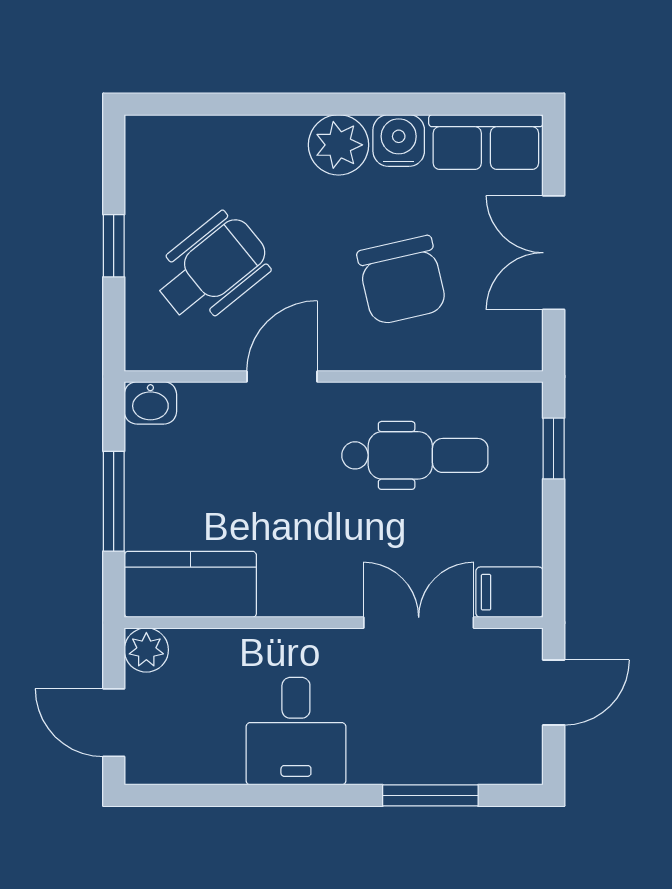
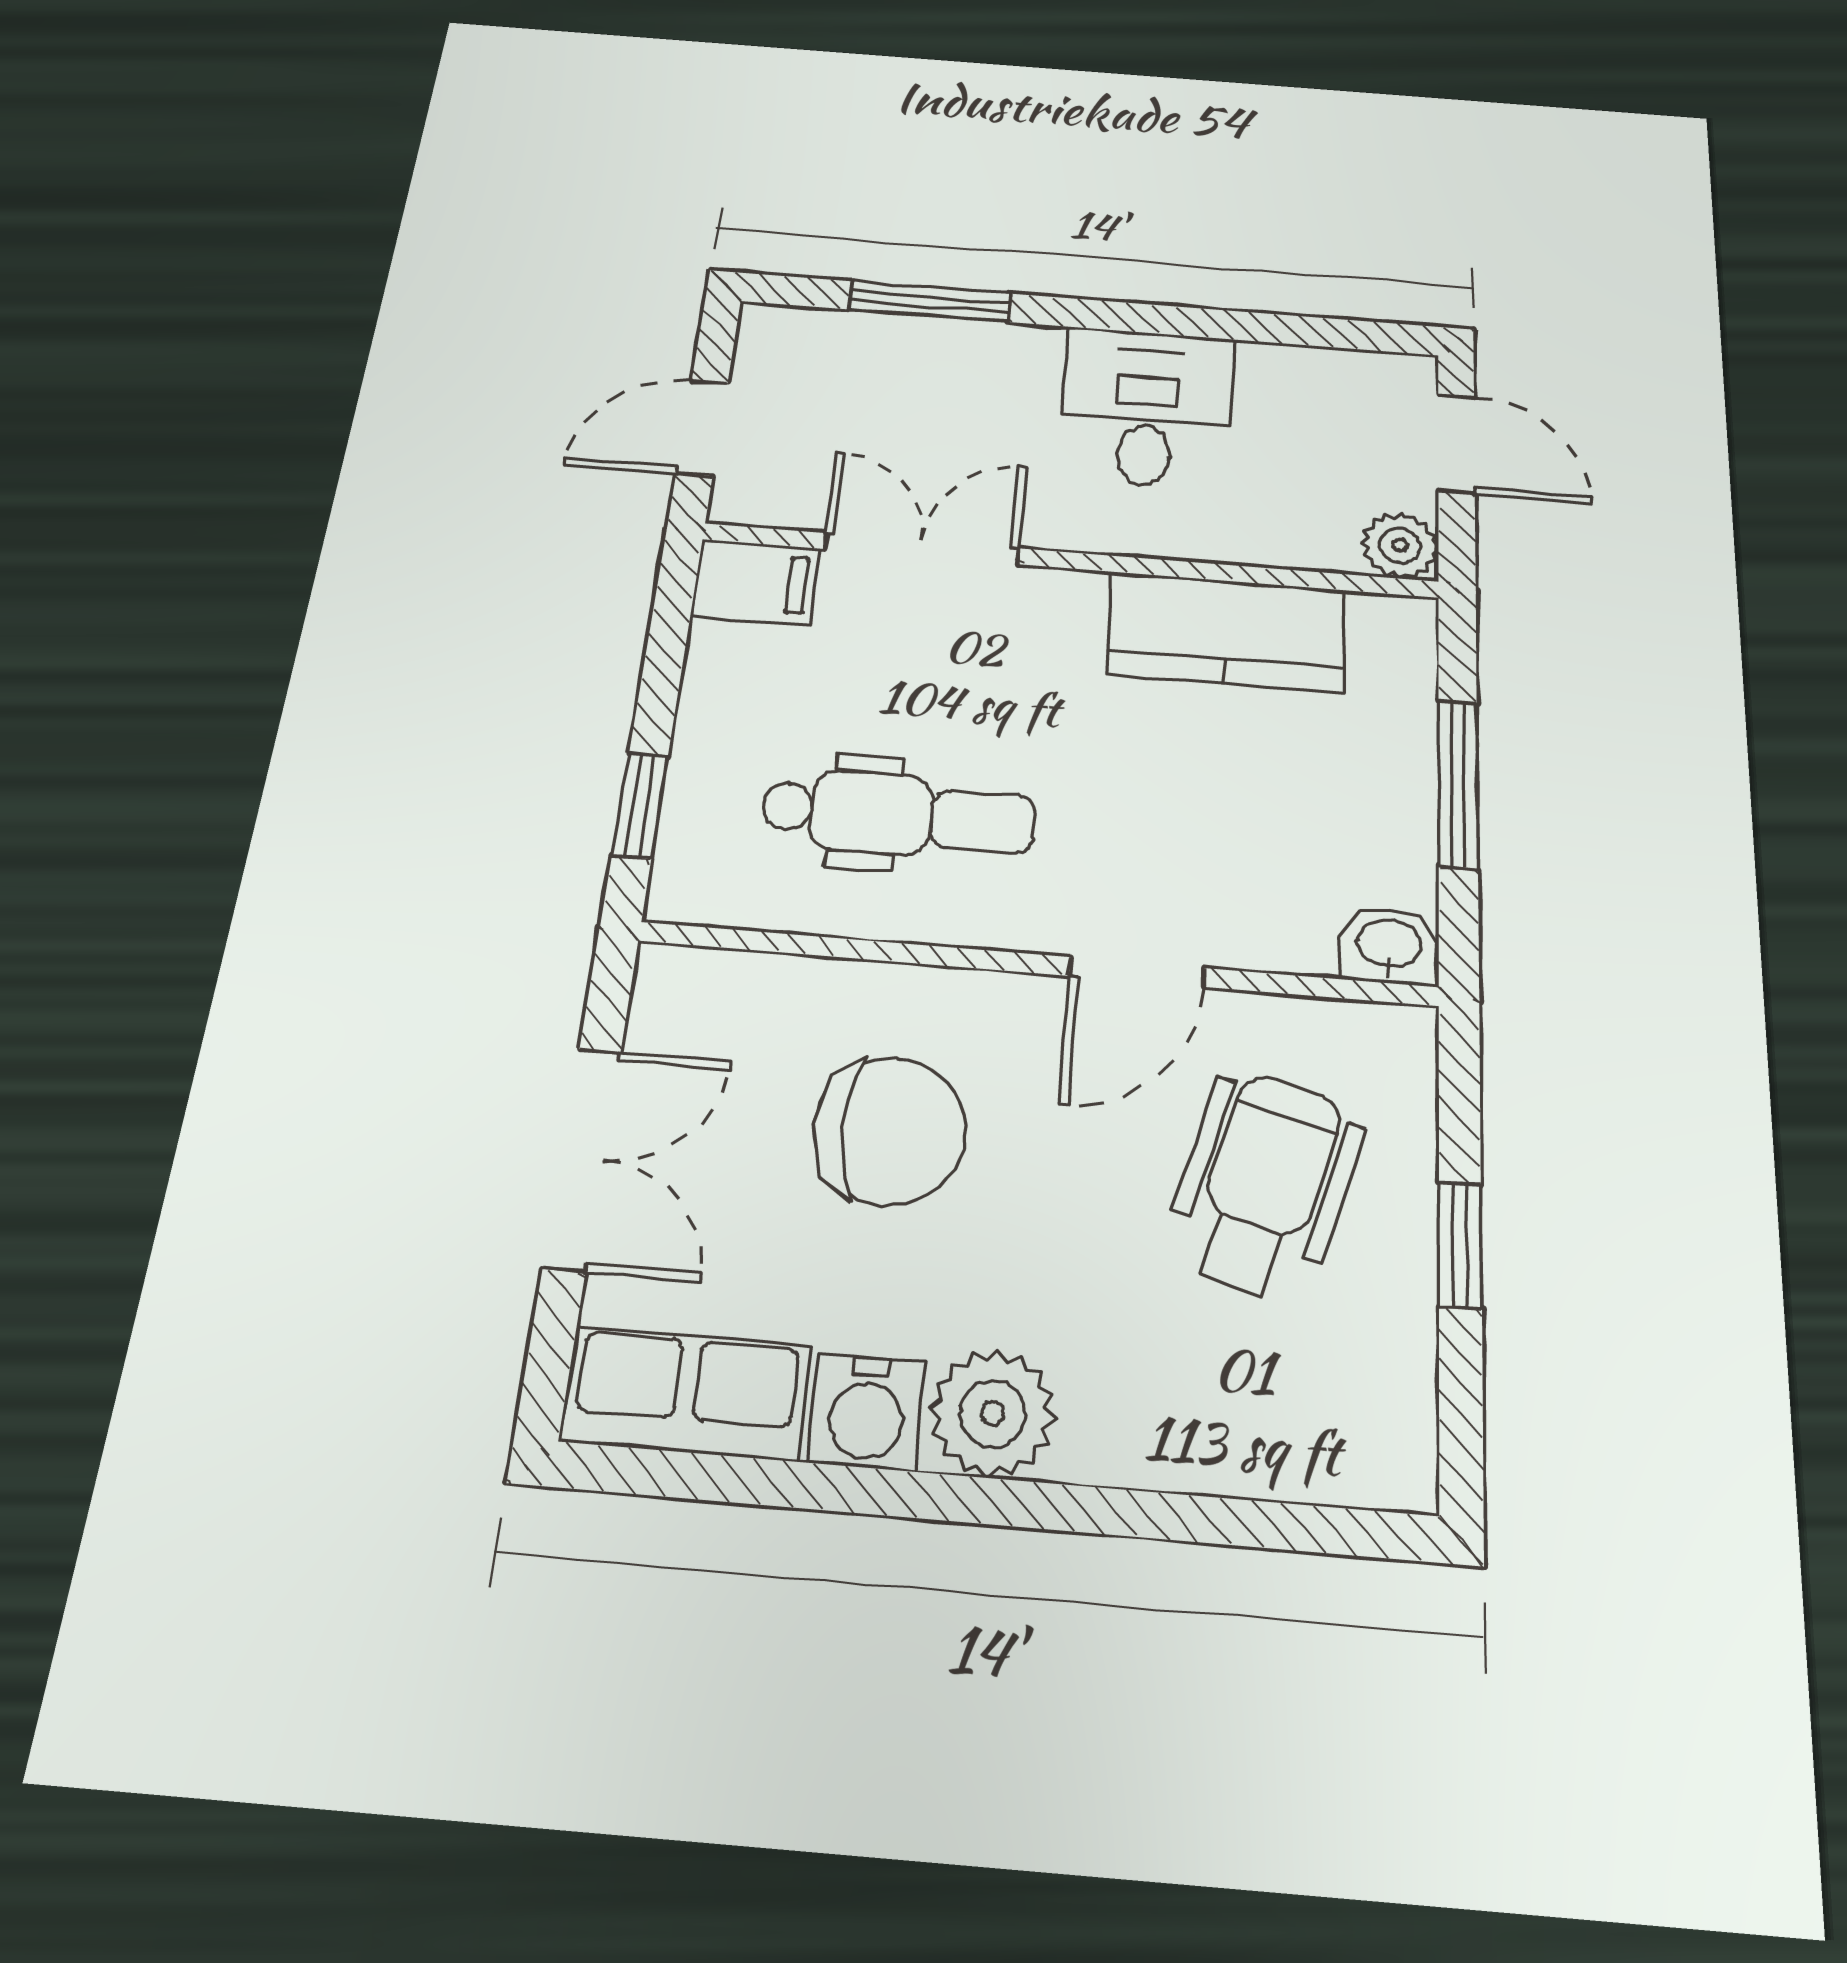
wheelchair: (212, 268) -> (1264, 1184), turned 145
chair: (402, 280) -> (890, 1130), turned 103
dental chair: (415, 455) -> (899, 815), turned 180
kitchen counter: (190, 584) -> (1226, 632), moved
double door: (419, 623) -> (921, 549), swing flipped

